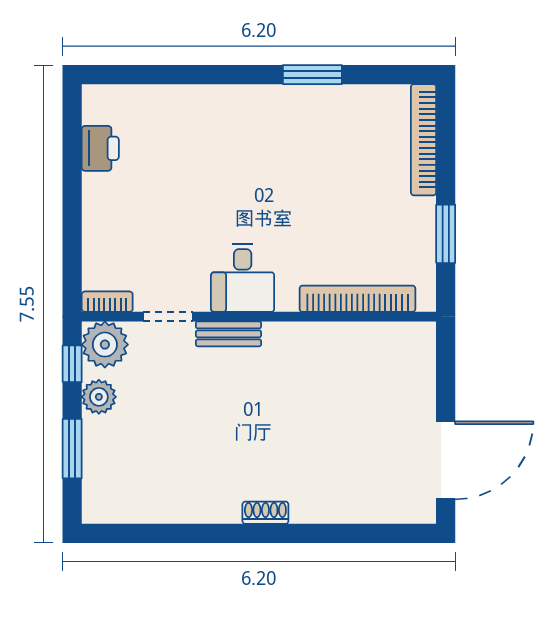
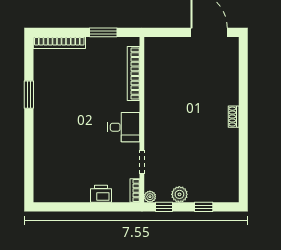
printer: (100, 148) -> (101, 194), moved
bench: (228, 334) -> (150, 134), removed
plant: (105, 345) -> (150, 197), width x0.53, depth x0.53
window: (72, 449) -> (204, 207), width x0.67

